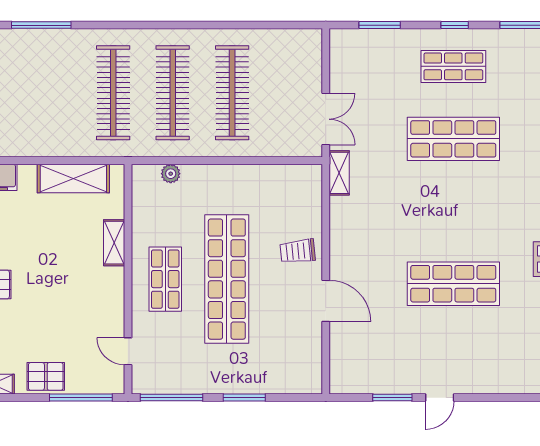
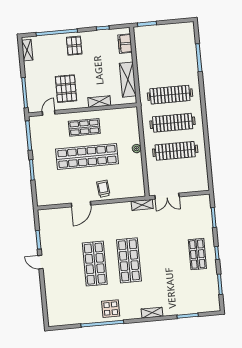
shop shelf: (453, 139) -> (129, 260), moved
plant: (171, 174) -> (136, 149), moved
pallet: (46, 376) -> (66, 89), moved, width x1.50, depth x1.42

